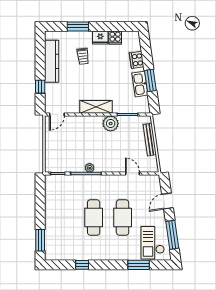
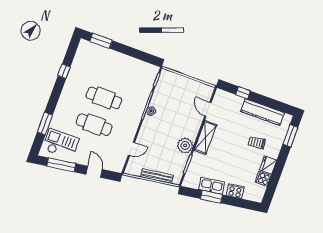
window: (78, 26) -> (290, 136), moved
door: (57, 114) -> (208, 109), moved

